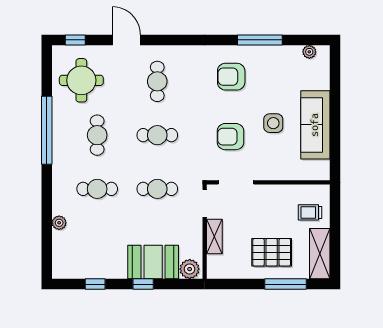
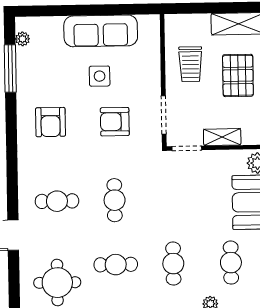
window: (75, 40) -> (14, 290), removed
window: (260, 40) -> (10, 68), moved
armchair: (231, 137) -> (115, 122), turned 90
cafe table: (157, 189) -> (231, 263), moved
trolley: (310, 212) -> (190, 64), moved, width x1.36, depth x1.39

